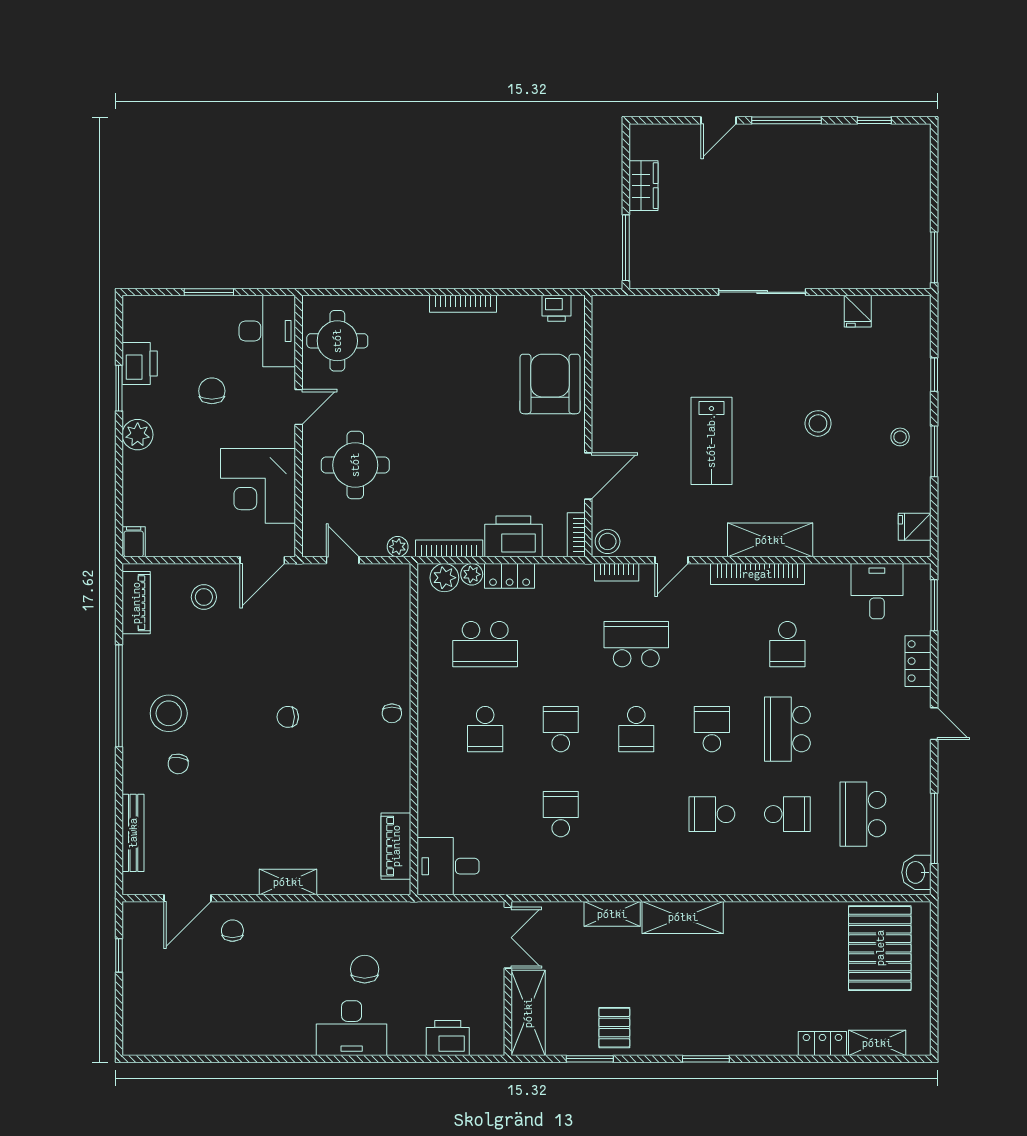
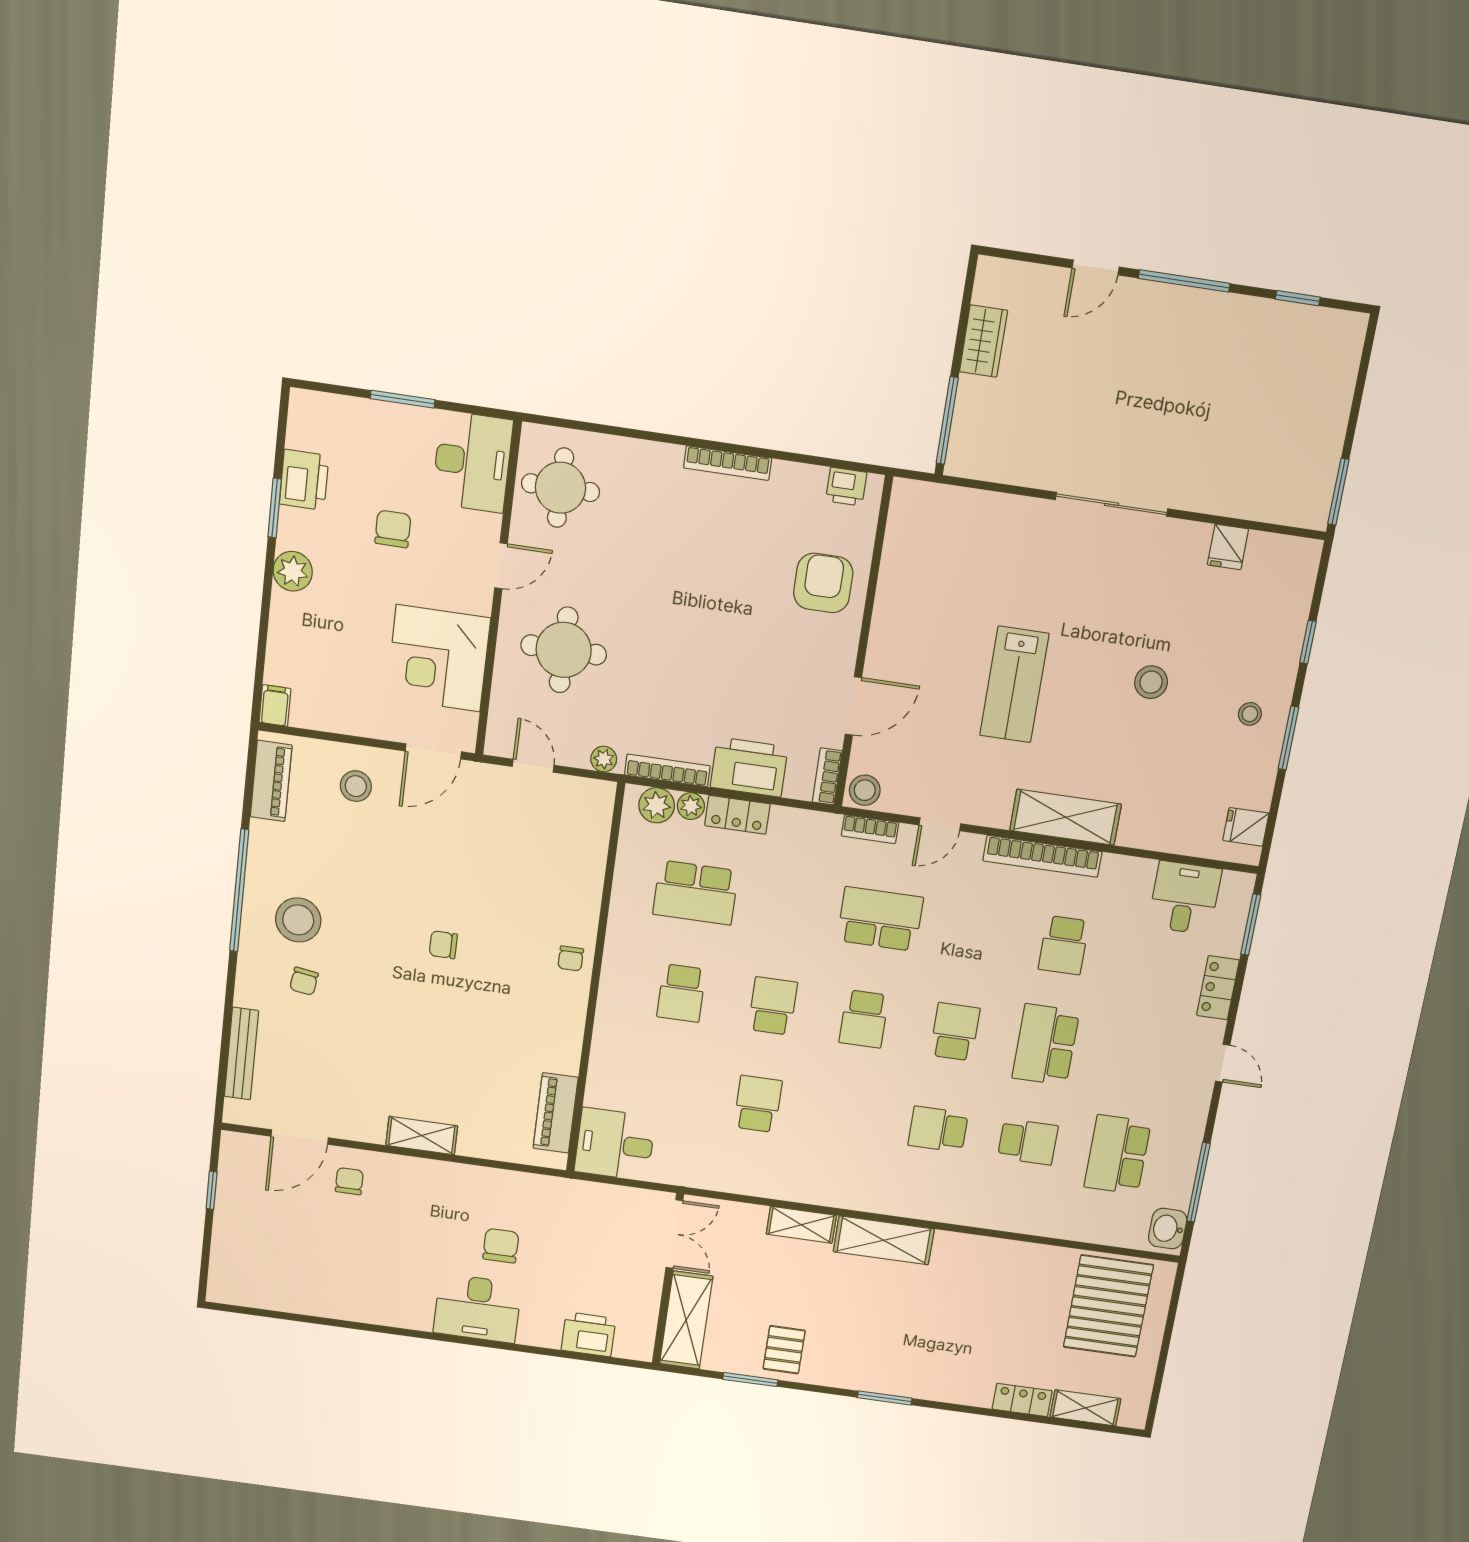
armchair: (550, 384) -> (823, 583), width x0.73, depth x0.73

